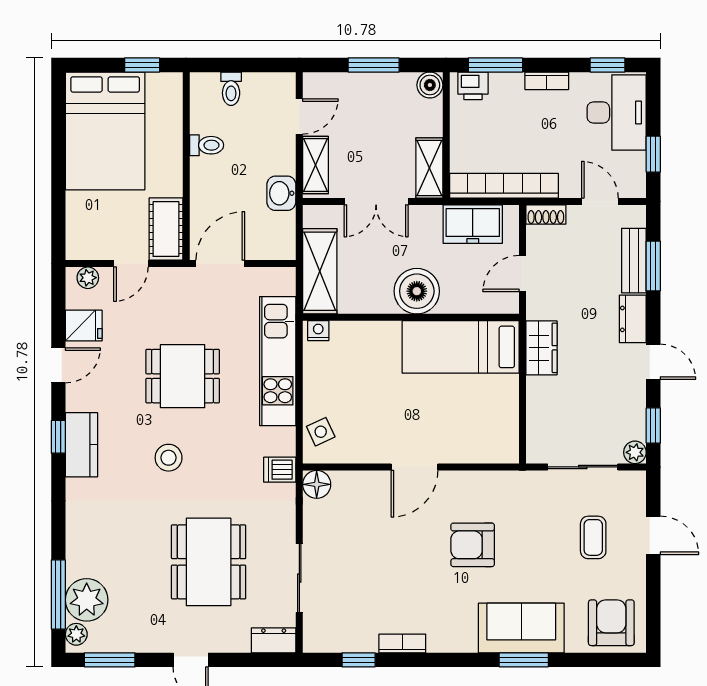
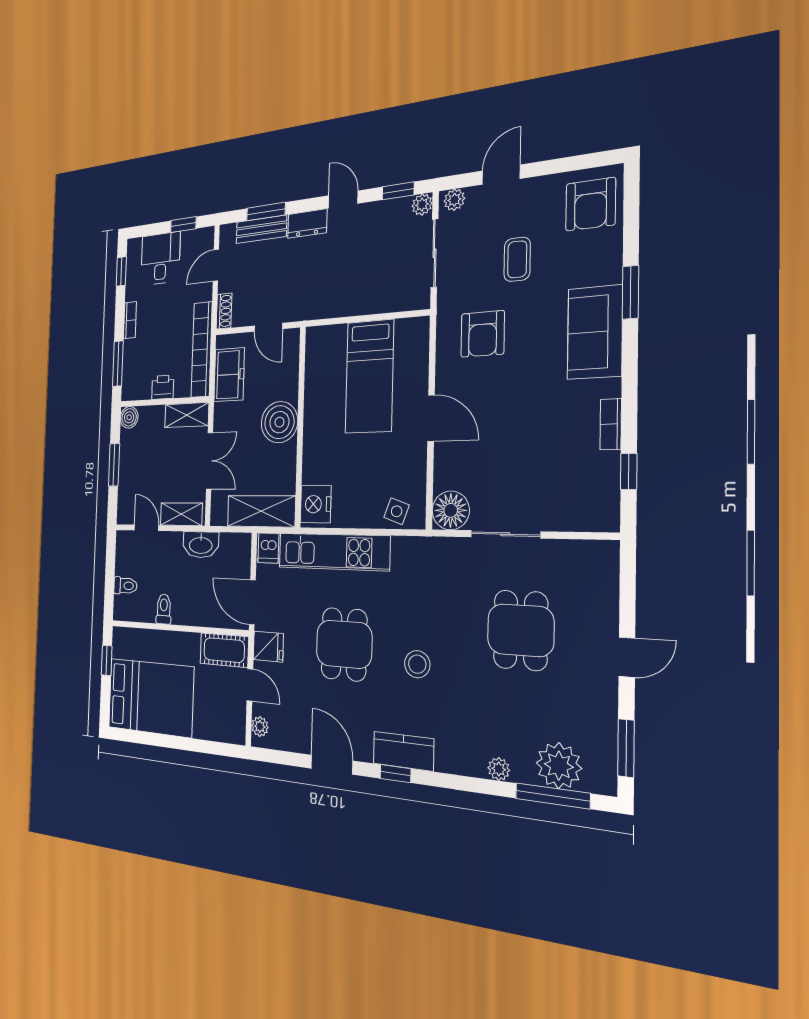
printer: (473, 86) -> (163, 387), moved, turned -90
desk: (617, 113) -> (160, 259), width x0.73
washbasin: (281, 193) -> (201, 545), width x1.38
fridge: (84, 326) -> (268, 647), moved, turned 90
nightstand: (318, 331) -> (316, 504), width x1.89, depth x1.79
bed: (461, 347) -> (369, 377), moved
wardrobe: (541, 348) -> (329, 304), removed
door: (653, 362) -> (343, 199), hinge flipped
door: (58, 365) -> (332, 765), width x1.38
side table: (321, 432) -> (397, 511), turned 45
dishwasher: (280, 470) -> (268, 548), moved
floor lamp: (317, 484) -> (451, 510), width x1.38, depth x1.38
plant: (635, 487) -> (454, 200), added
coffee table: (593, 537) -> (517, 259), moved, turned 90
armchair: (473, 545) -> (483, 334), moved
dining table: (209, 562) -> (521, 630), width x0.73
sliding door: (299, 578) -> (505, 534), moved
armchair: (611, 623) -> (591, 204), turned -90
sofa: (521, 628) -> (595, 332), moved
plant: (76, 634) -> (499, 769), moved
dresser: (274, 640) -> (606, 564), removed

